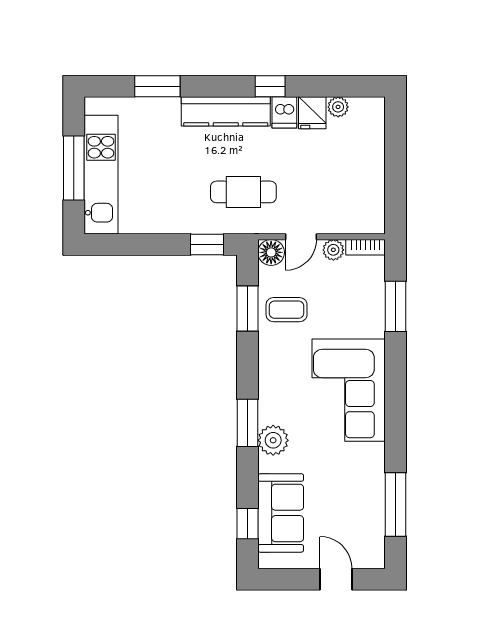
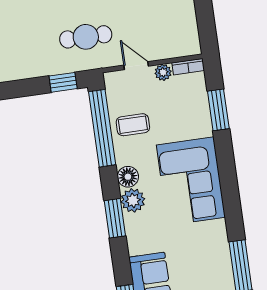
door: (301, 237) -> (136, 66), swing flipped
floor lamp: (271, 252) -> (128, 177), moved
window: (248, 309) -> (102, 128), width x2.11
plant: (273, 440) -> (133, 200), moved

